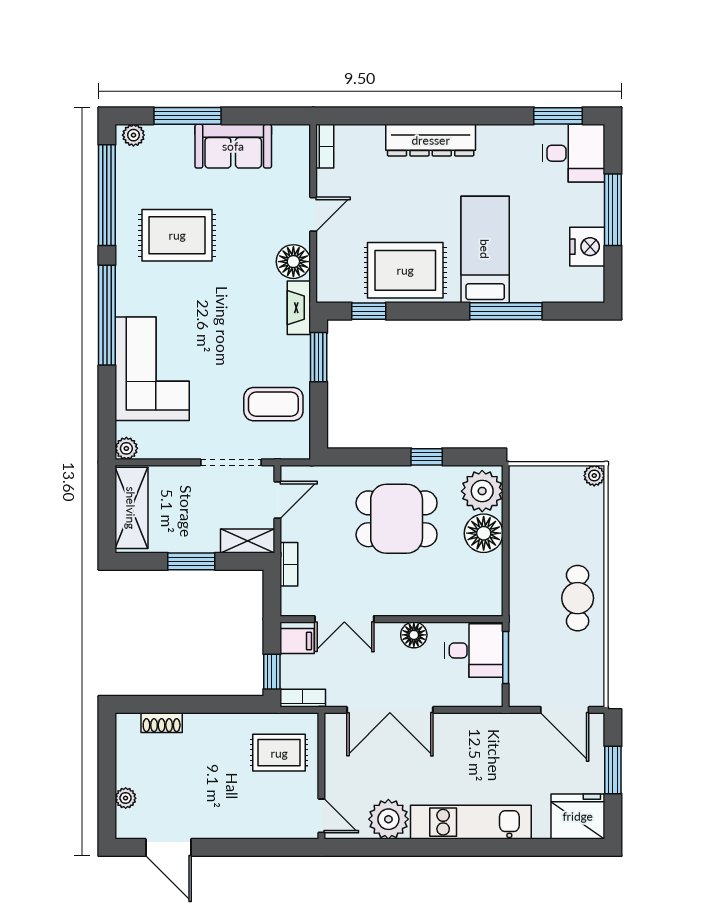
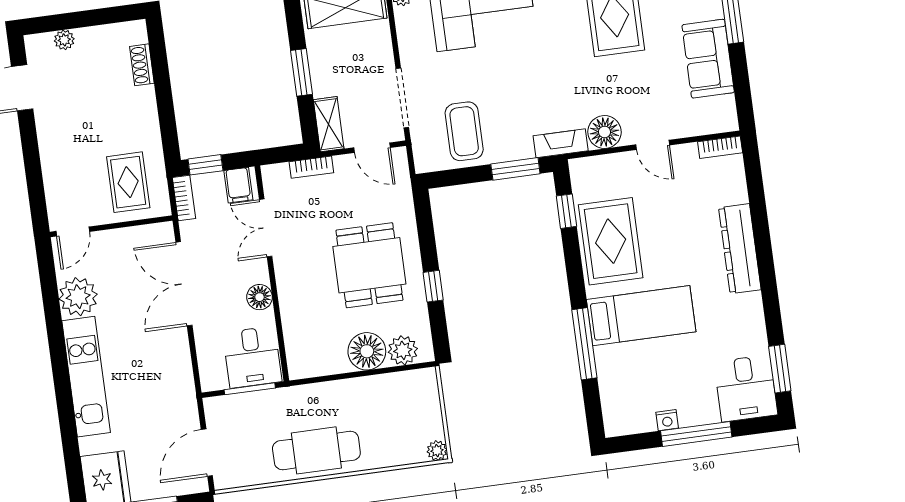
nightstand: (587, 247) -> (667, 420), width x0.53, depth x0.56
plant: (482, 491) -> (403, 350), width x0.73, depth x0.73
cafe table: (578, 598) -> (316, 450), width x1.37, depth x1.35

